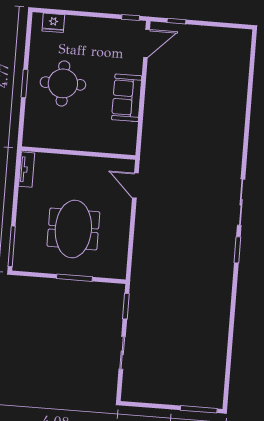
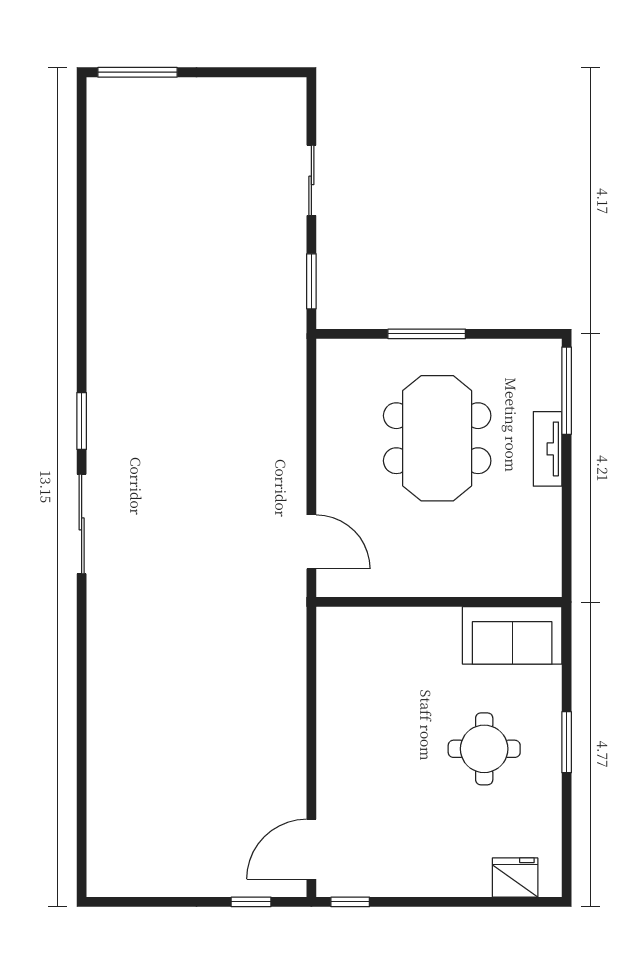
round table: (63, 83) -> (484, 749), width x0.73, depth x0.73
sofa: (127, 98) -> (512, 635), moved, turned 90
tv unit: (27, 170) -> (548, 449), moved

